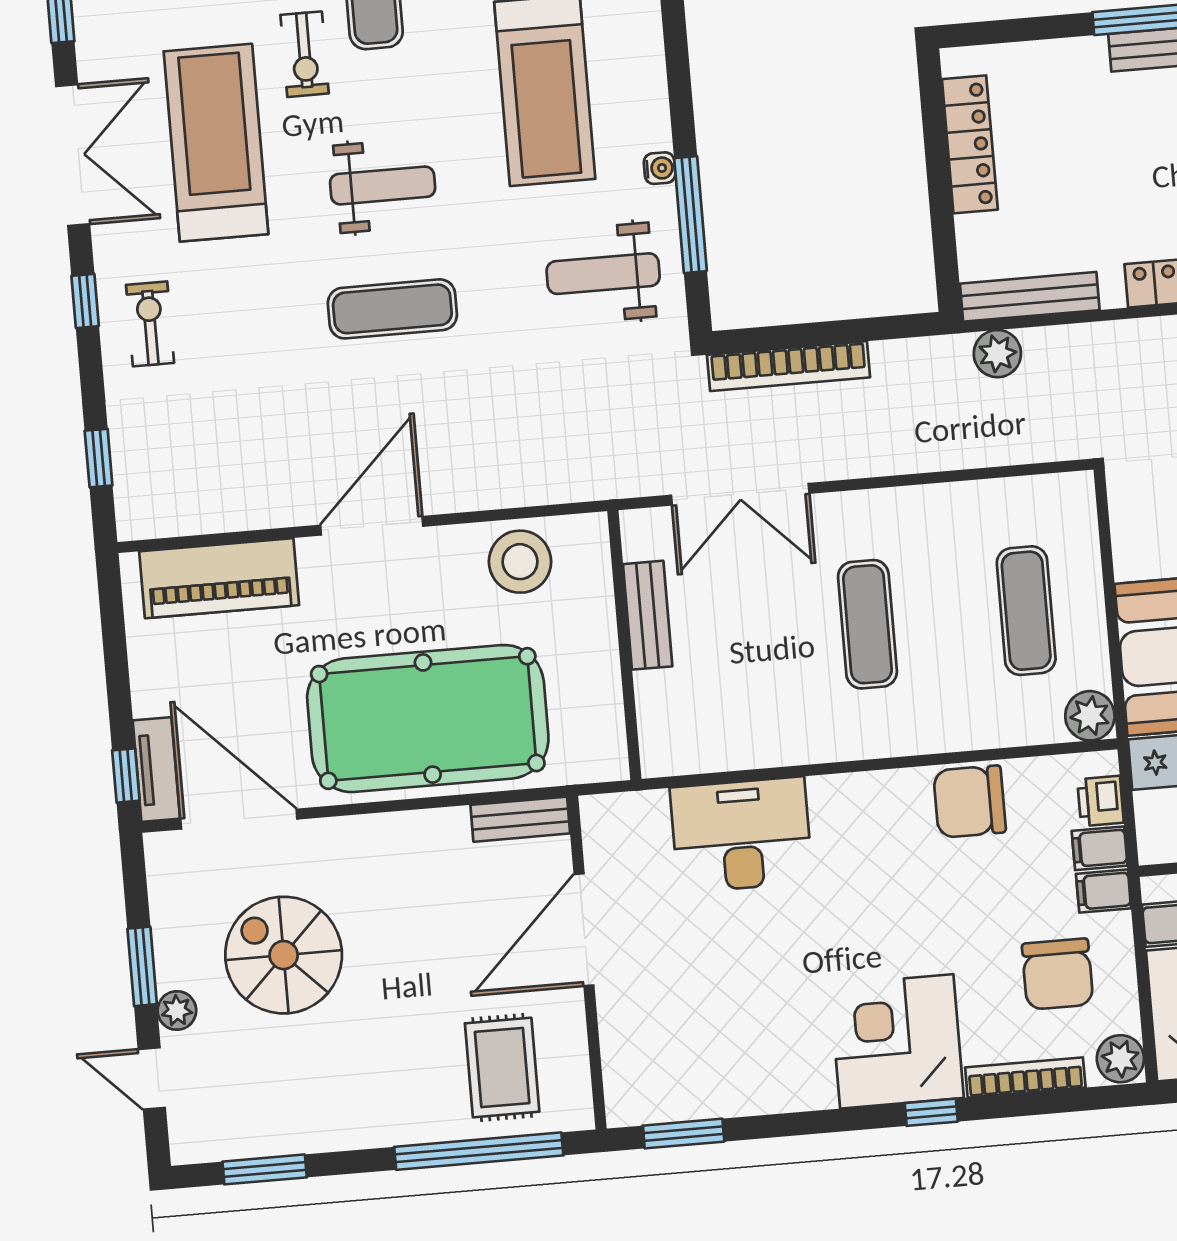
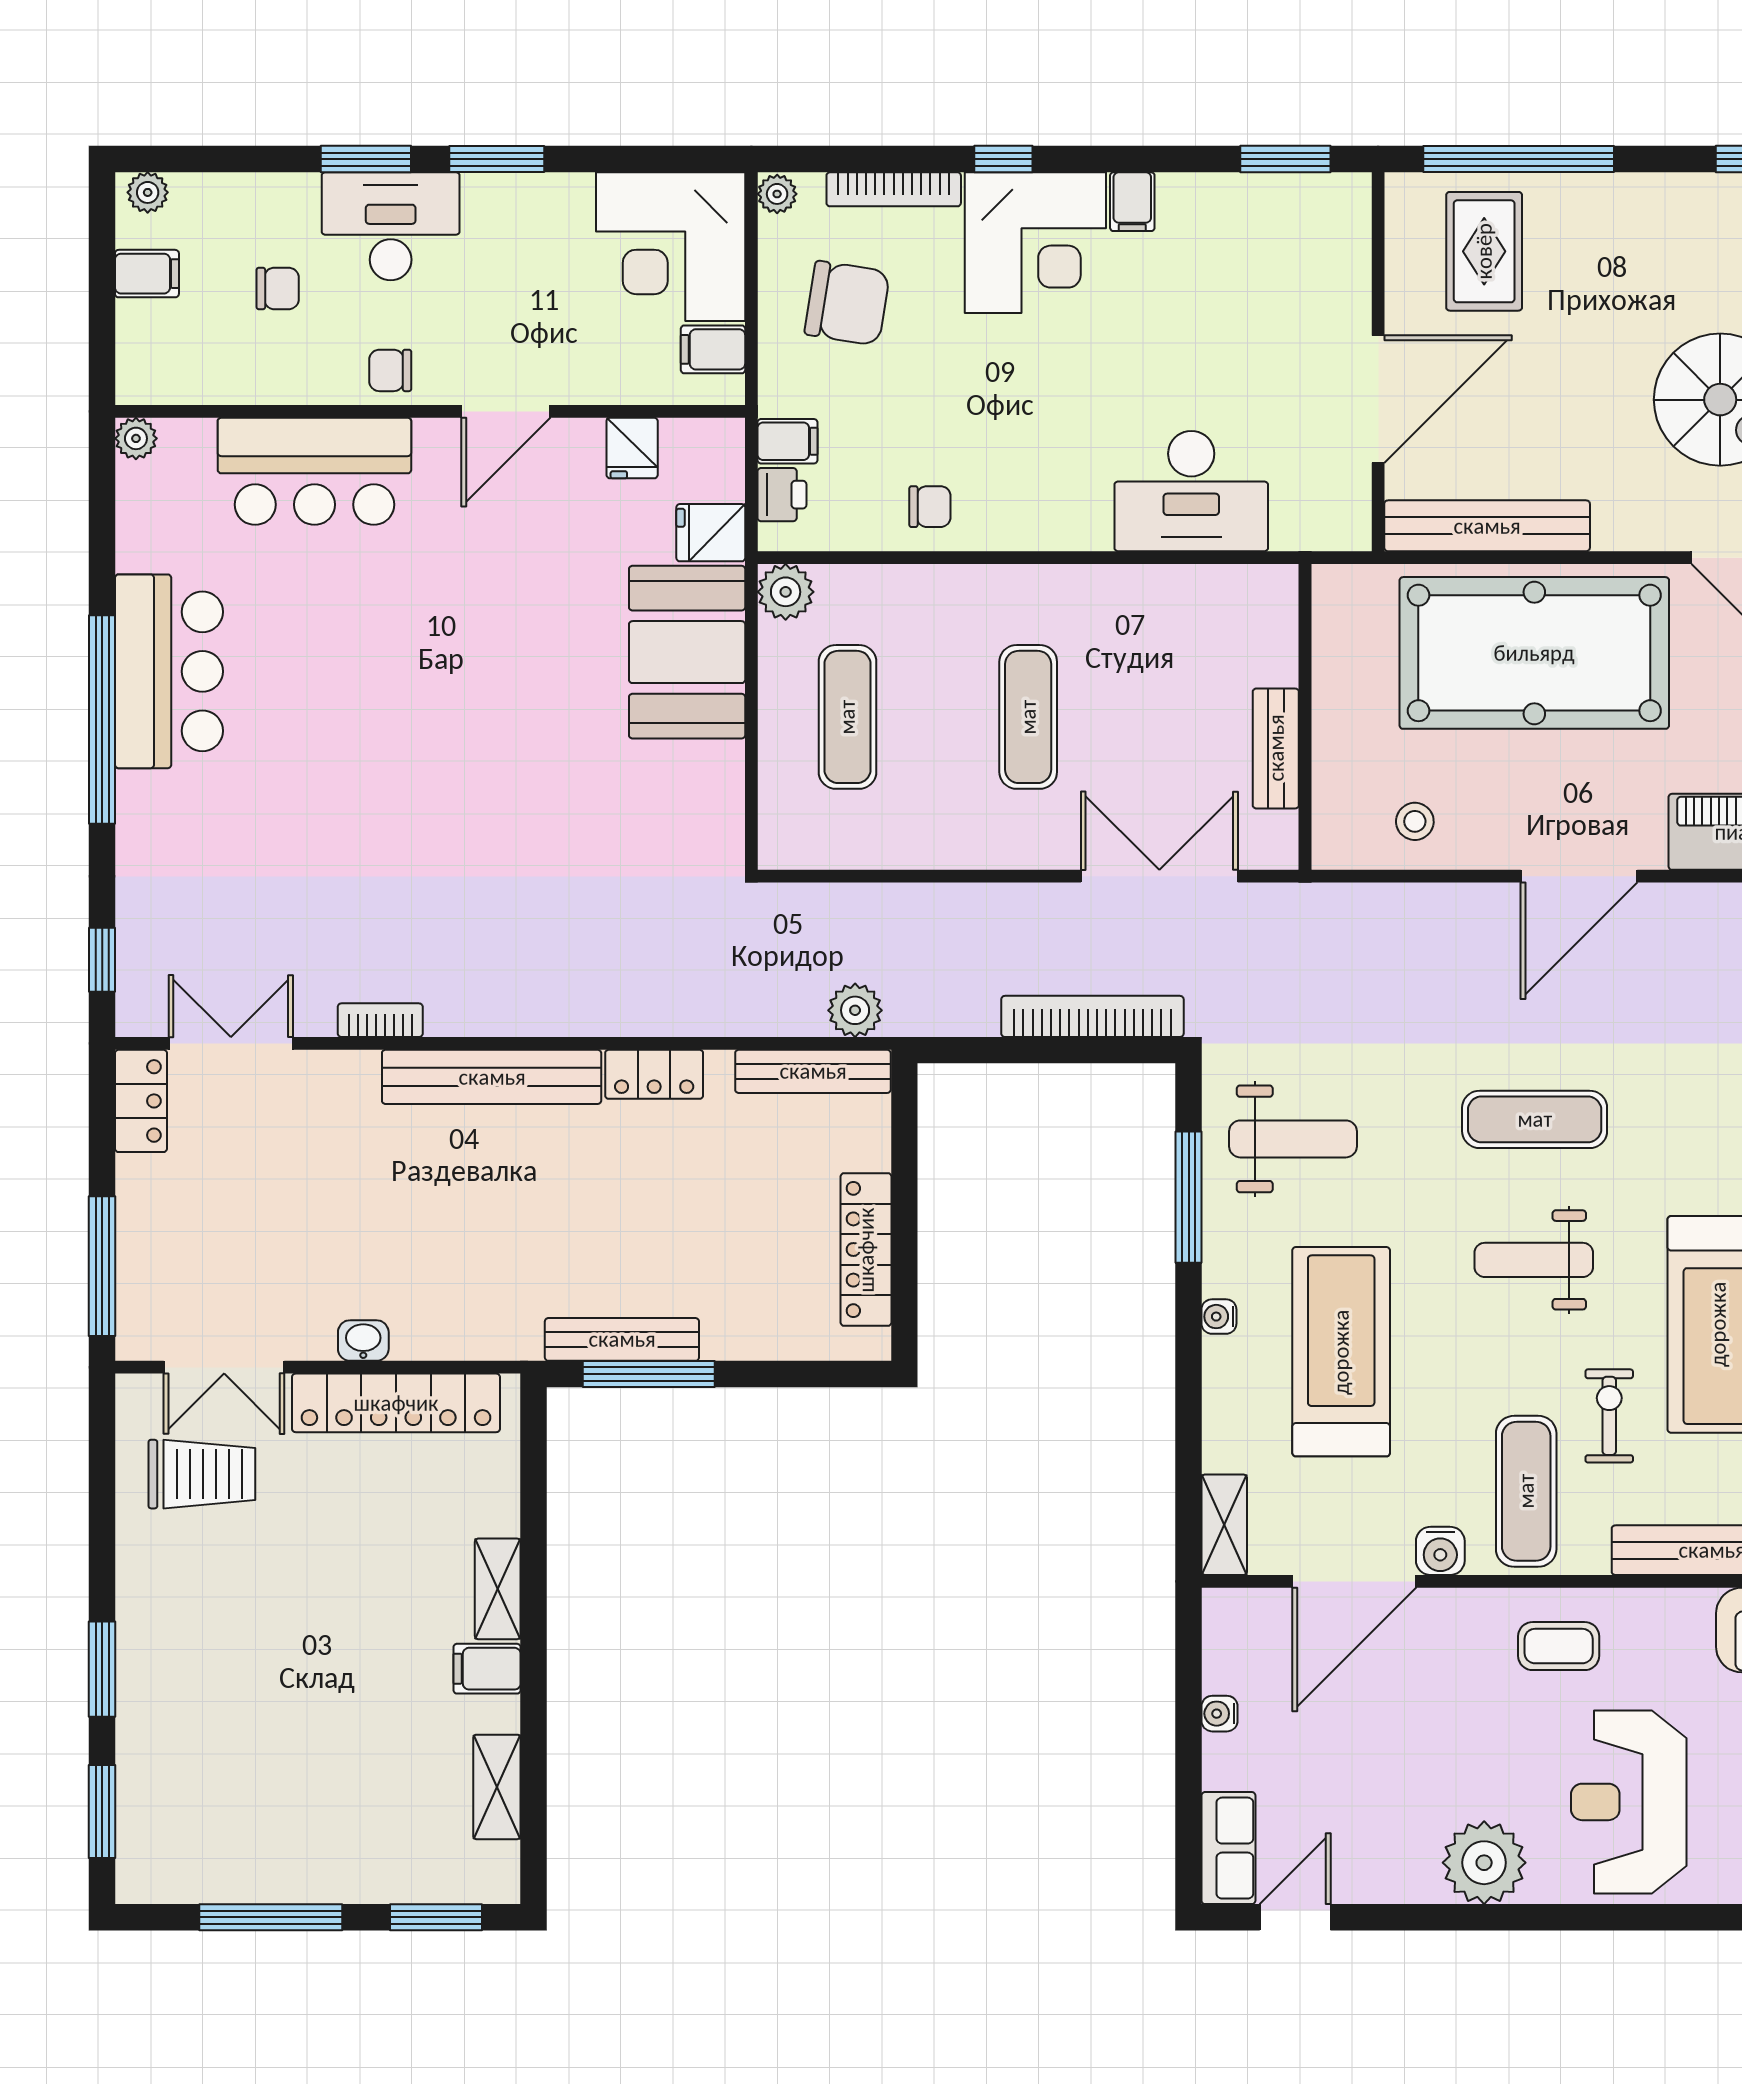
water cooler: (660, 168) -> (1219, 1317), moved
stool: (520, 562) -> (1415, 821), width x0.53, depth x0.53
chair: (970, 802) -> (930, 507), width x0.54, depth x0.54
bench: (520, 819) -> (1487, 526), width x1.86, depth x1.21
filing cabinet: (1104, 891) -> (1132, 202), moved, turned 90
chair: (1058, 974) -> (847, 303), turned 99
plant: (1120, 1059) -> (777, 194), width x0.73, depth x0.73

